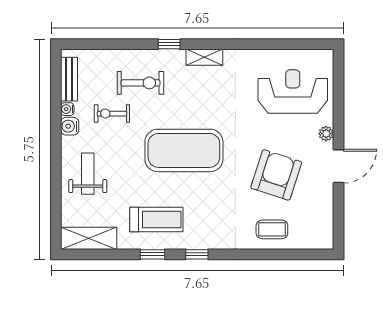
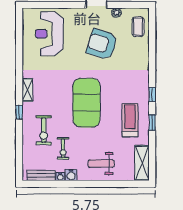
exercise bike: (141, 83) -> (44, 130), turned 180
plant: (326, 134) -> (116, 13), moved
coffee table: (272, 229) -> (138, 27), moved

